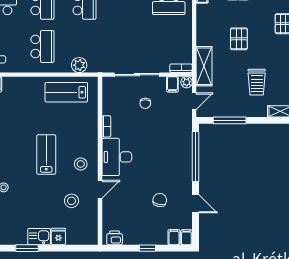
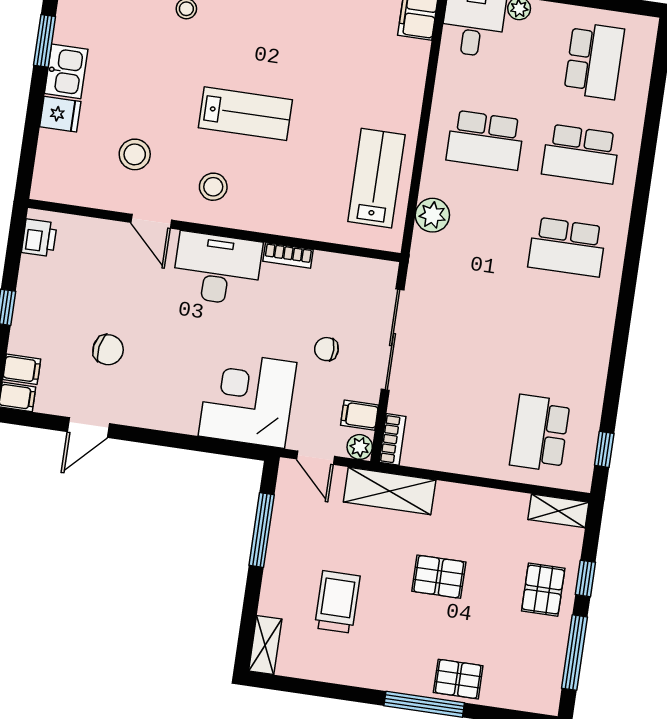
trolley: (257, 82) -> (337, 602), turned 90
corner desk: (173, 135) -> (247, 399), added
window: (195, 157) -> (193, 443), removed

